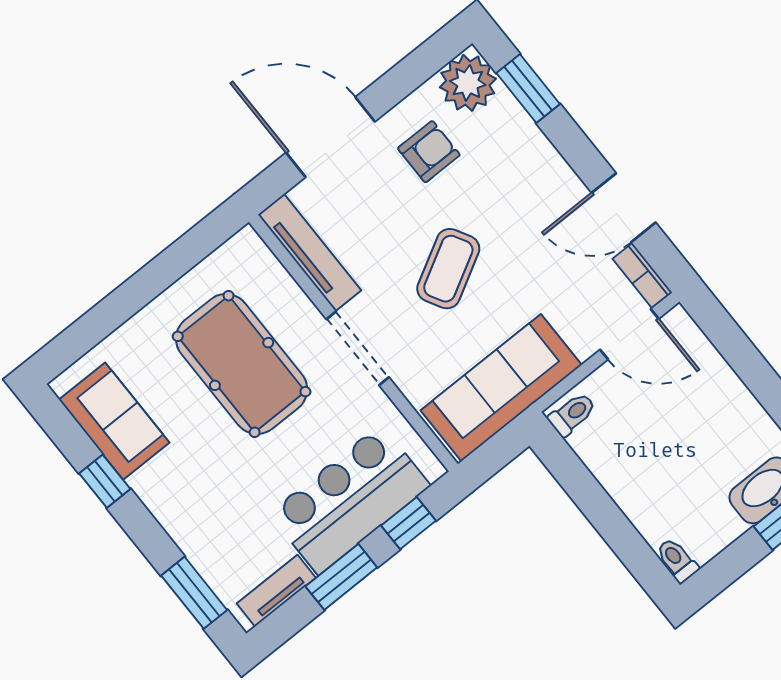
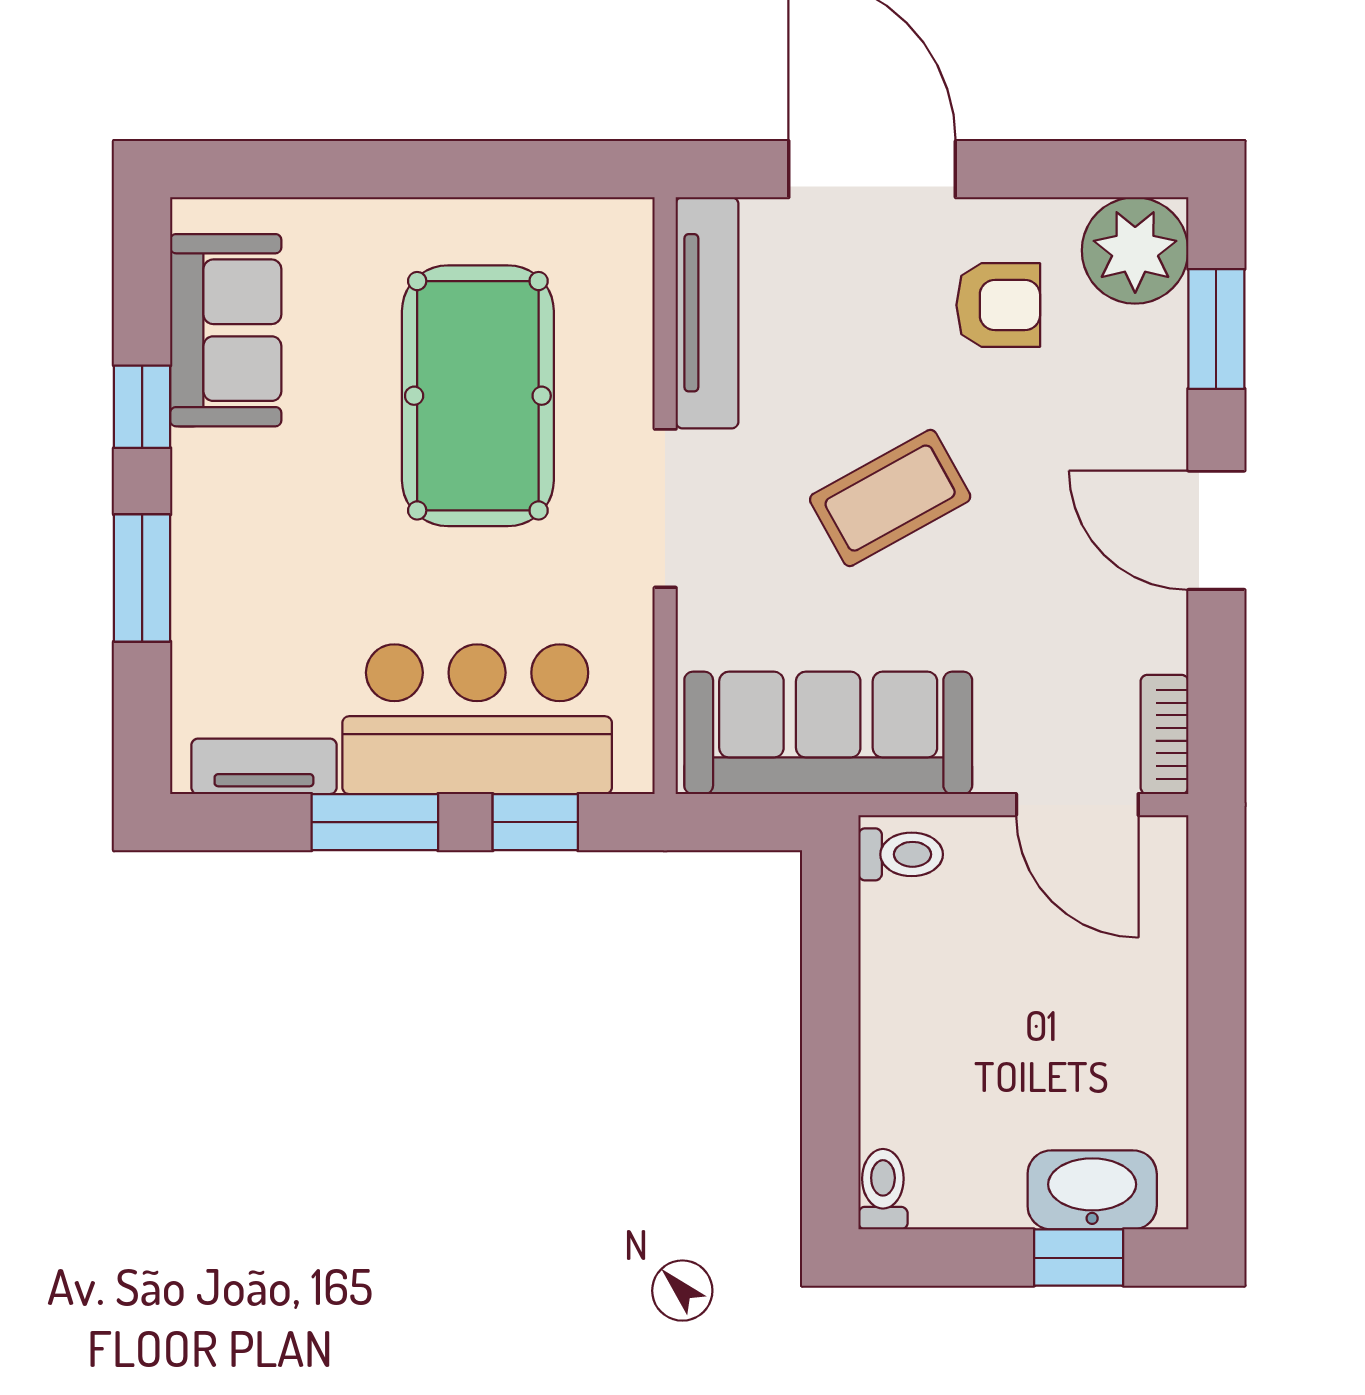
door: (624, 208) -> (1216, 530), moved
window: (194, 593) -> (142, 578), moved

